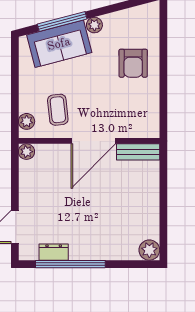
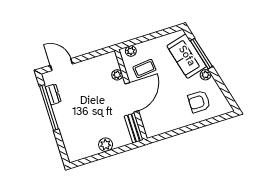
armchair: (133, 63) -> (199, 102), moved
door: (93, 141) -> (132, 97), swing flipped
plant: (27, 152) -> (117, 75), moved
plant: (149, 250) -> (106, 145), moved

